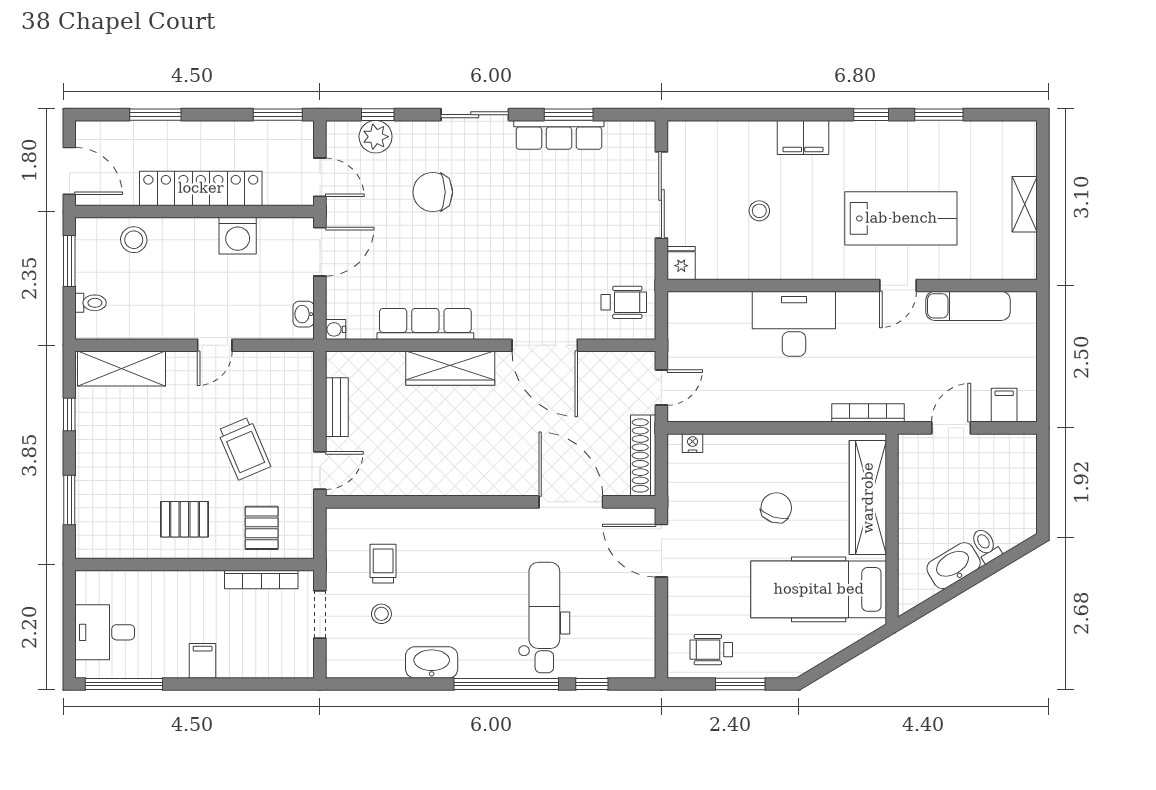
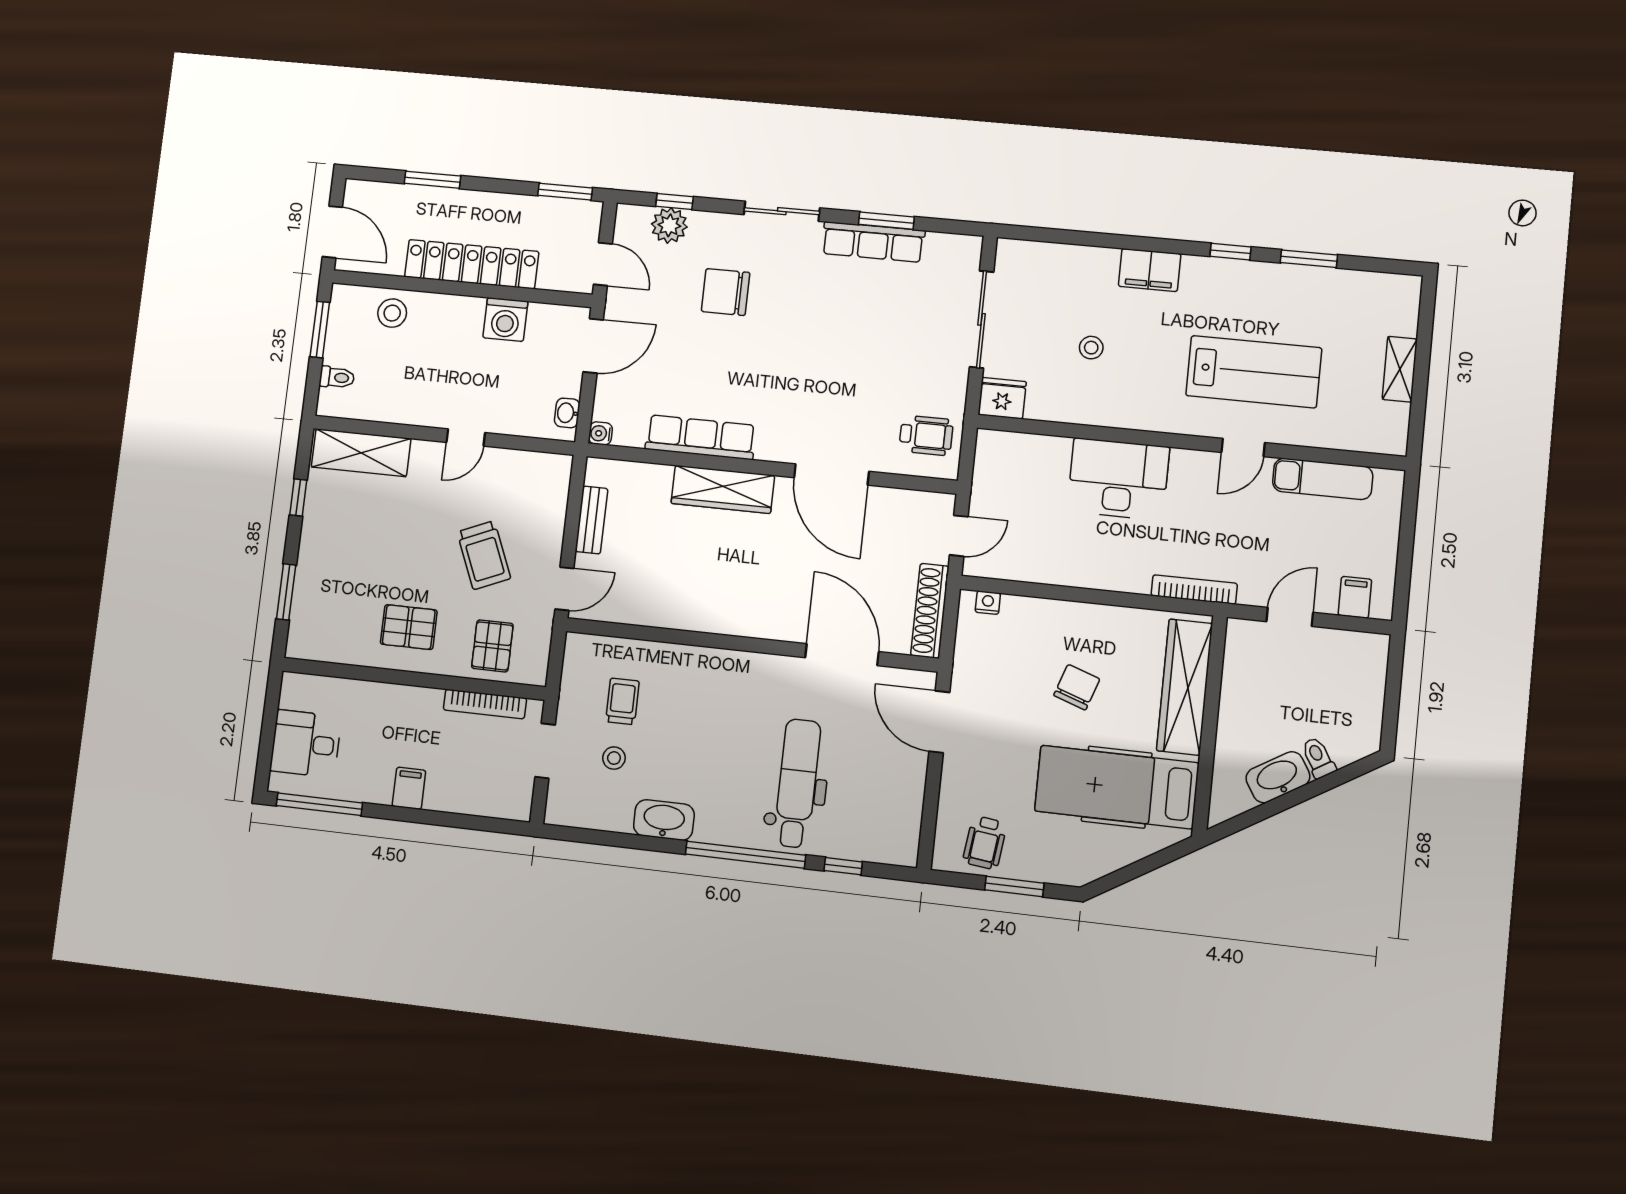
fridge: (681, 263) -> (1002, 398), width x1.38
wheelchair: (711, 650) -> (985, 843), turned -83

